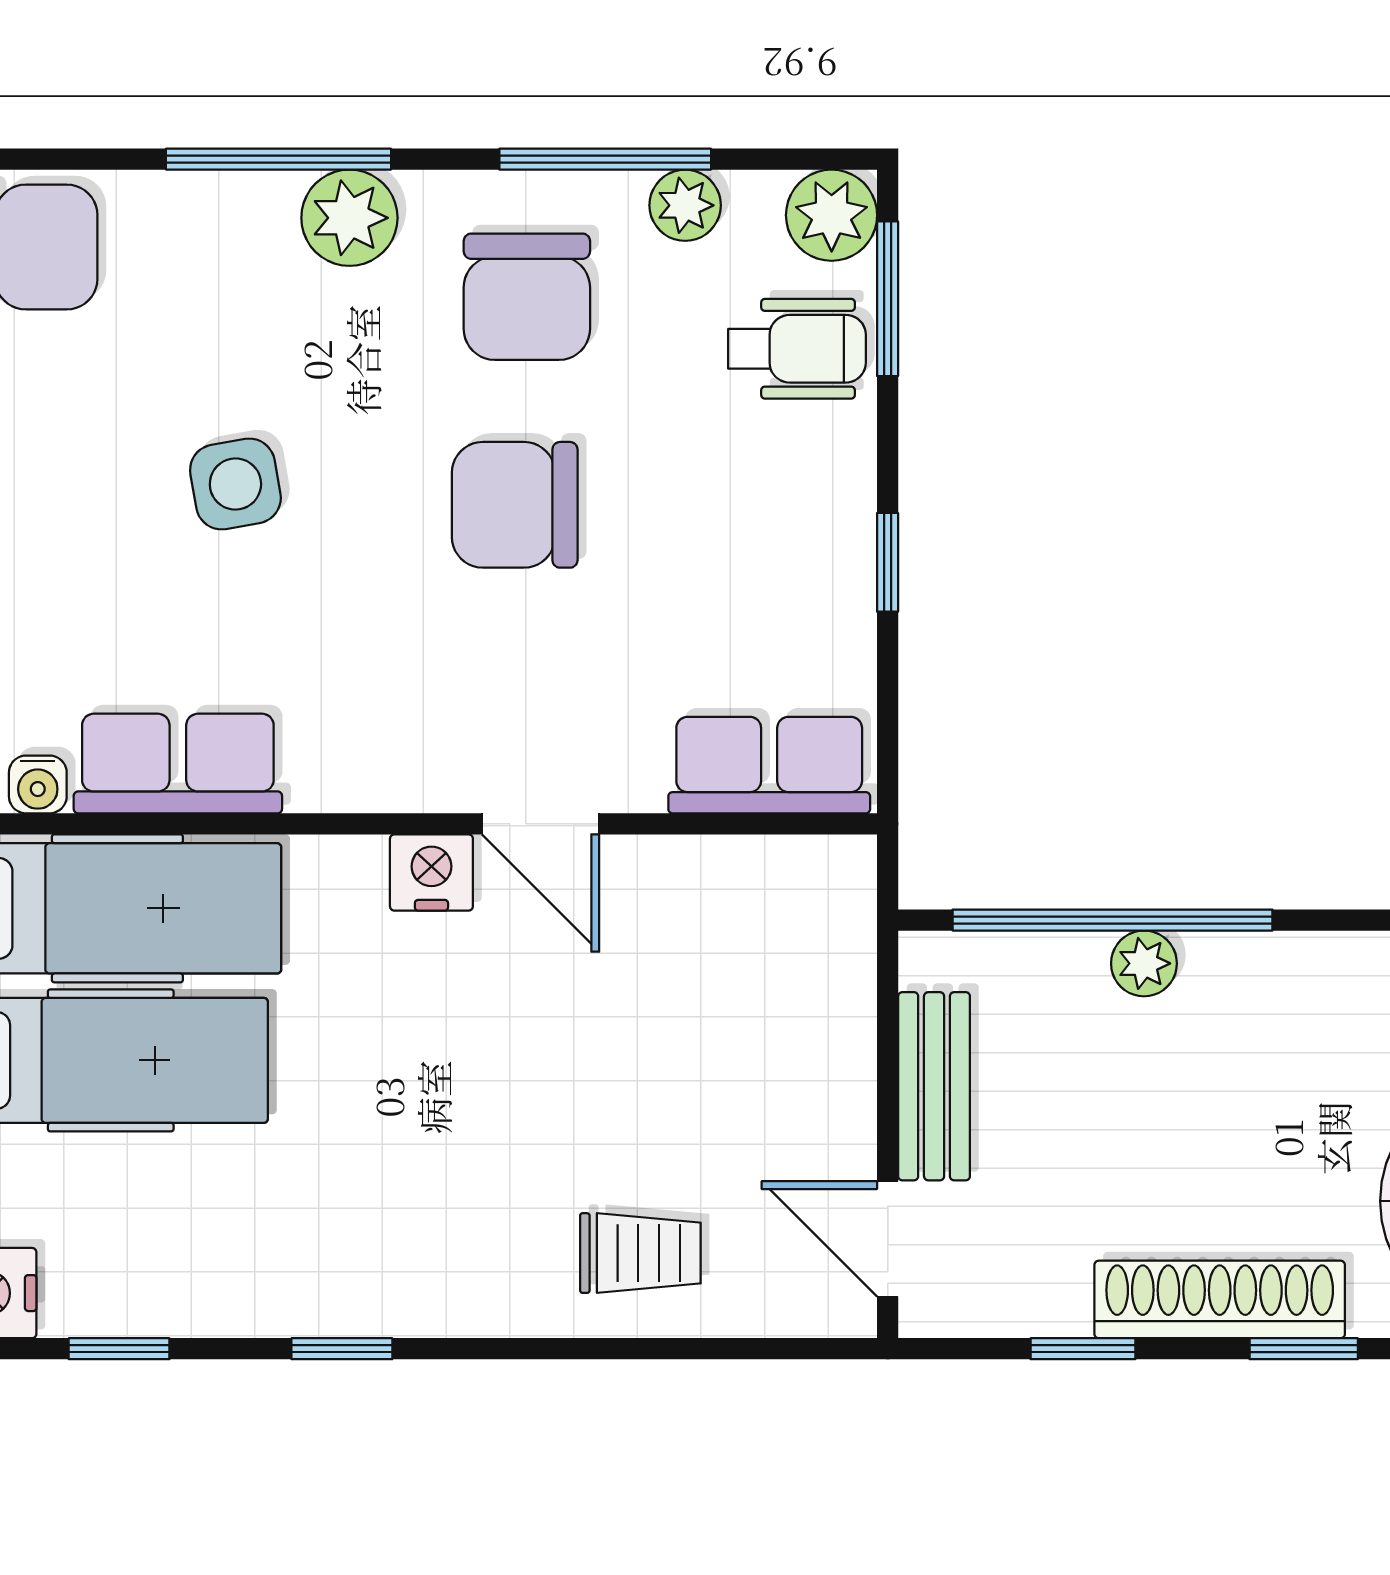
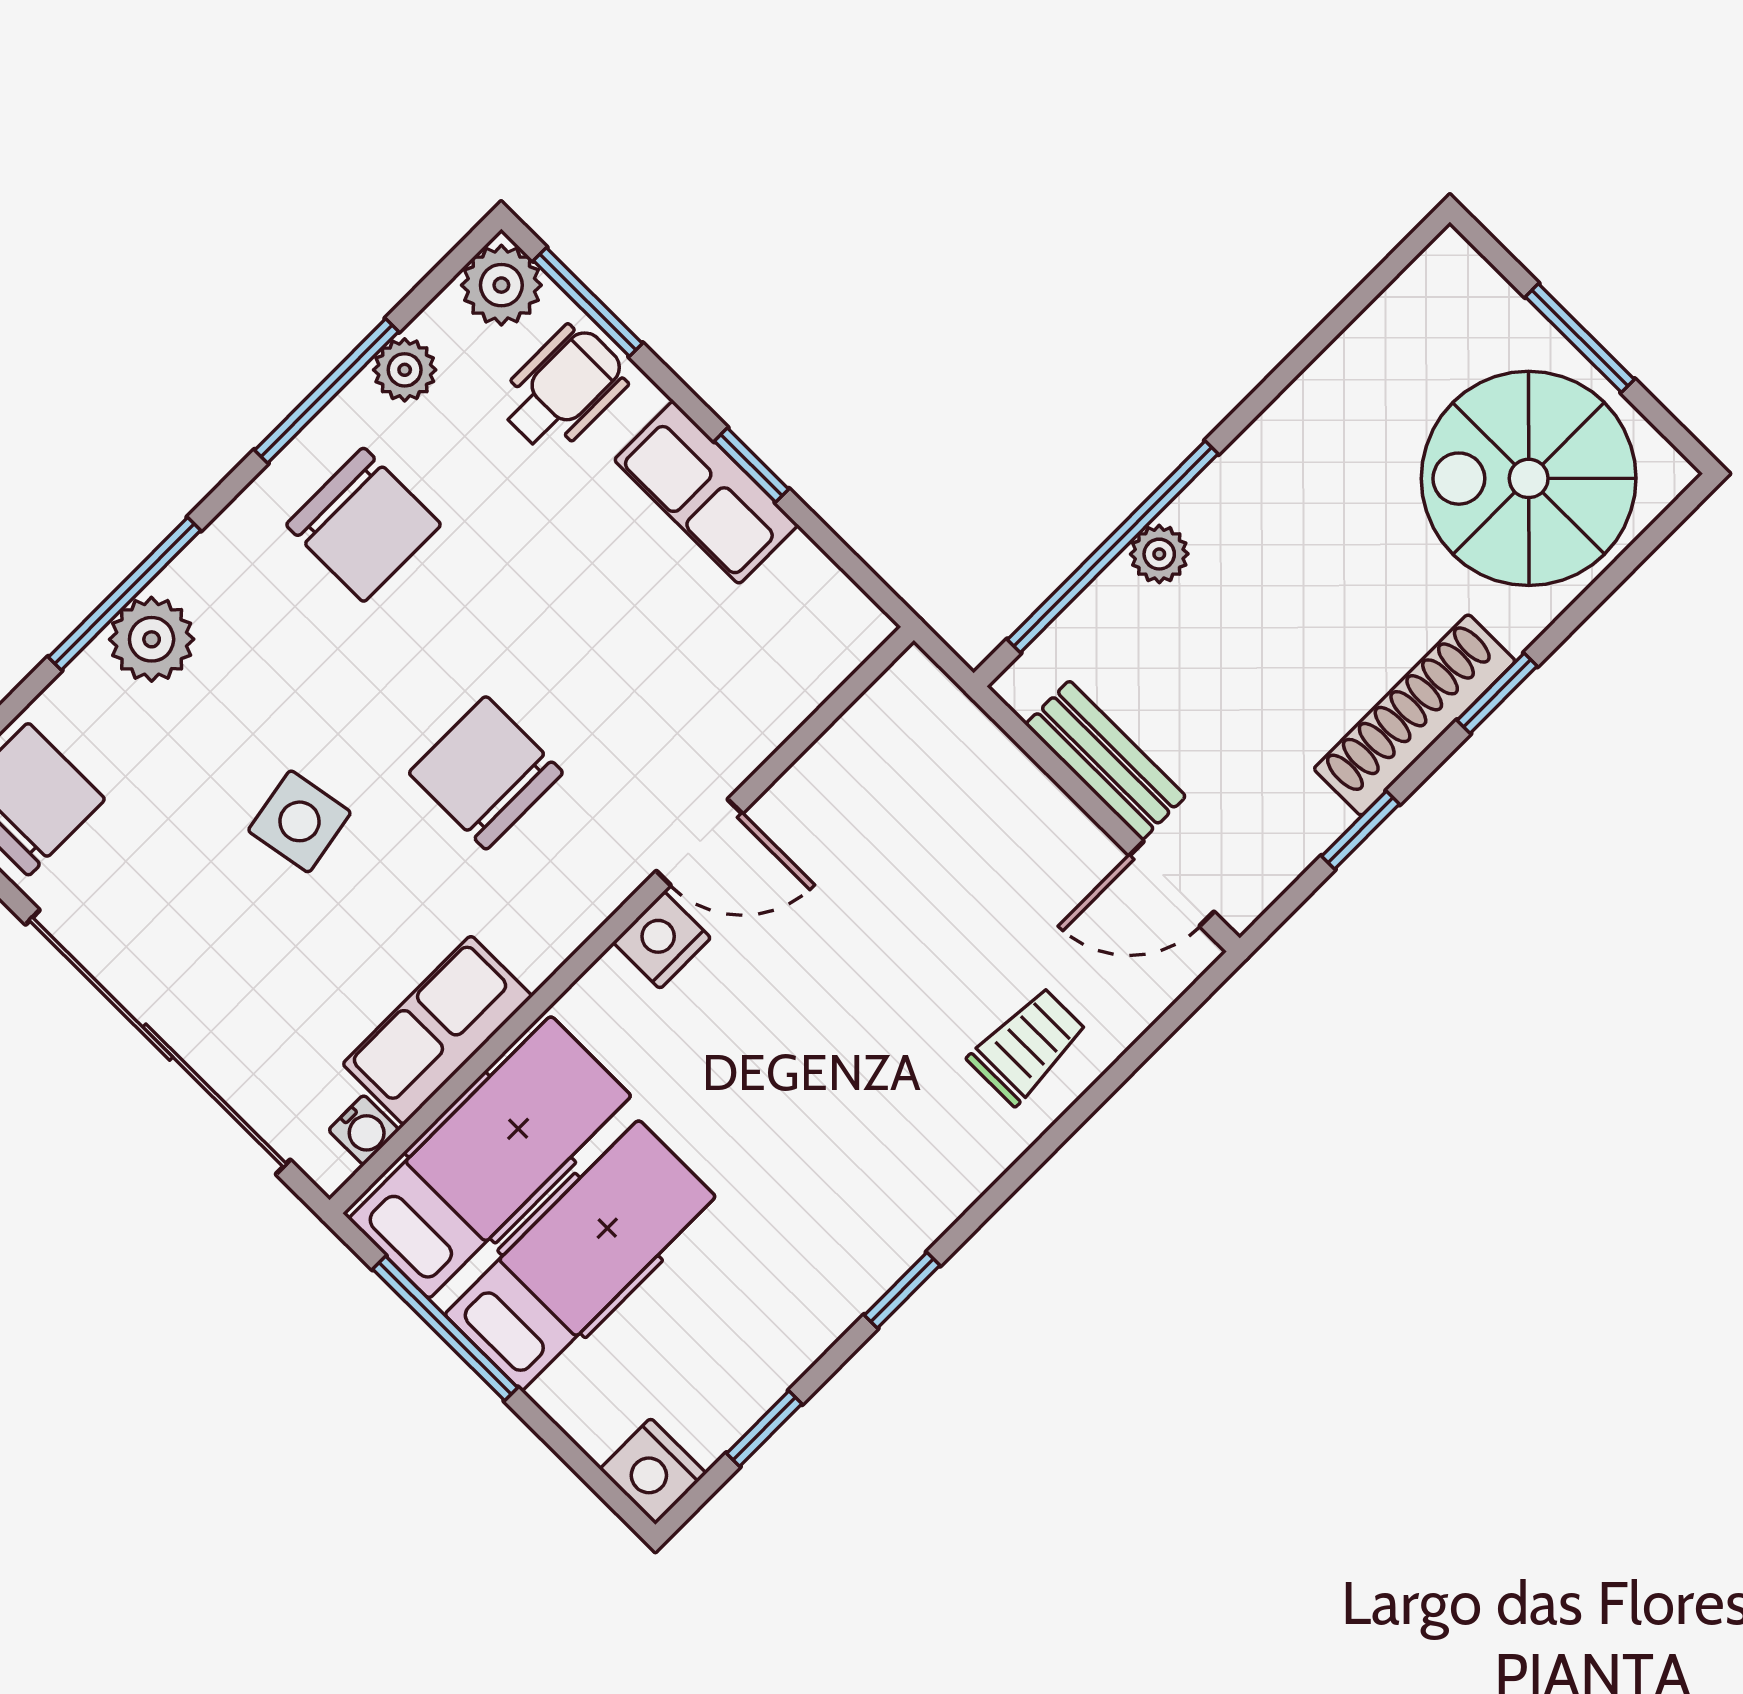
plant: (349, 218) -> (152, 639), moved
chair: (515, 505) -> (486, 773), moved, turned 90
row of seats: (769, 765) -> (706, 492), moved, turned -90

